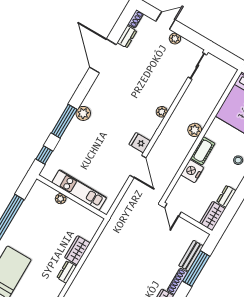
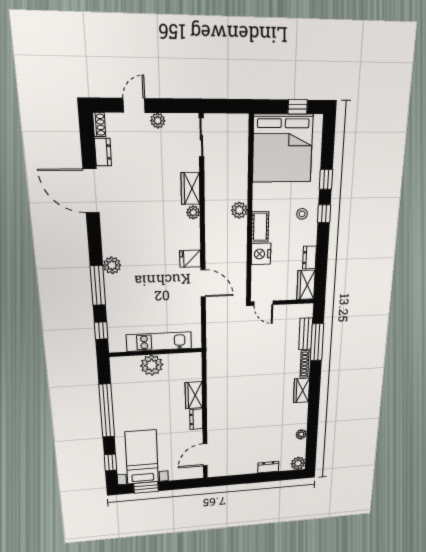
wardrobe: (170, 95) -> (190, 188), added
plant: (61, 199) -> (152, 365), width x1.88, depth x1.88

